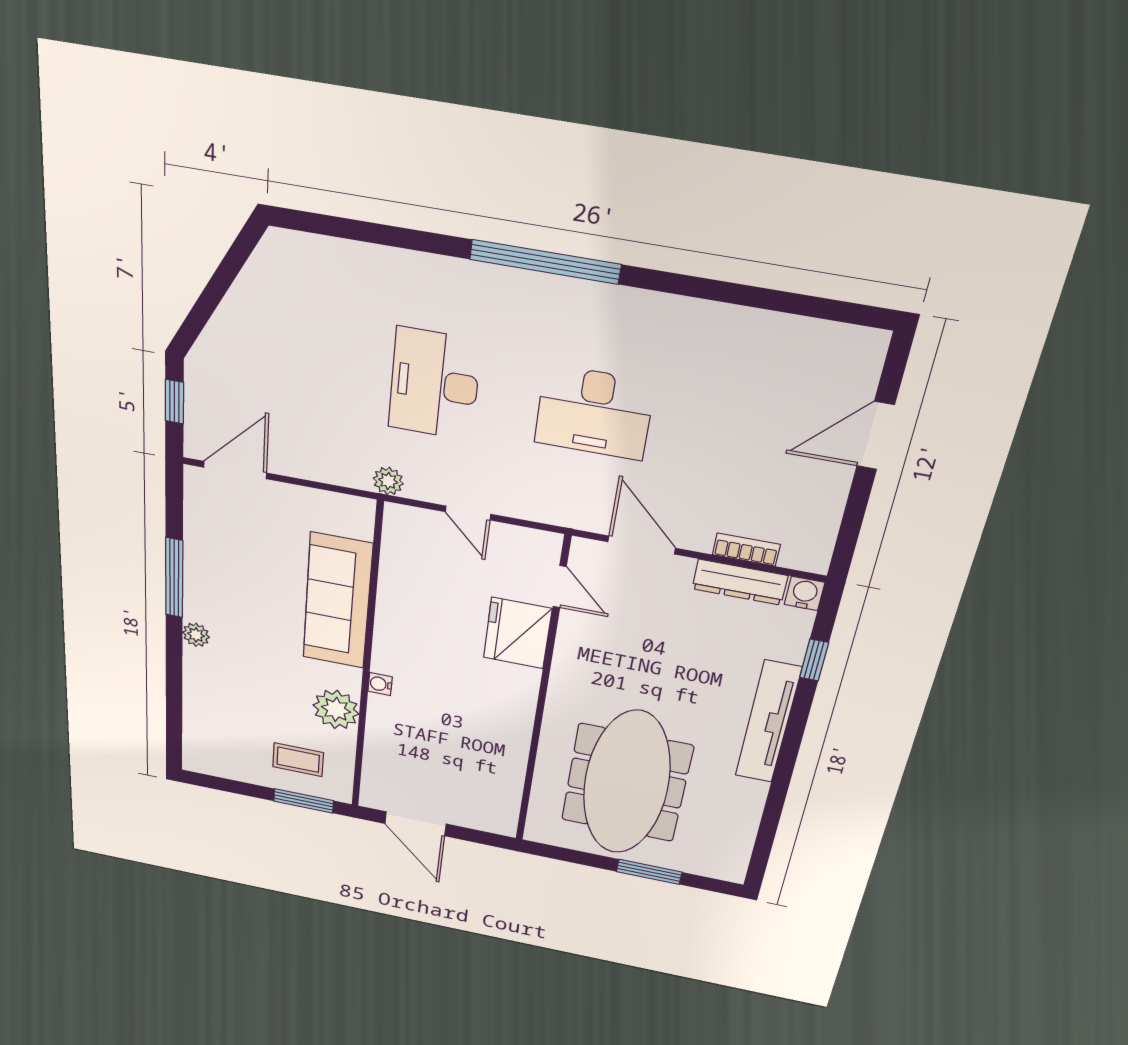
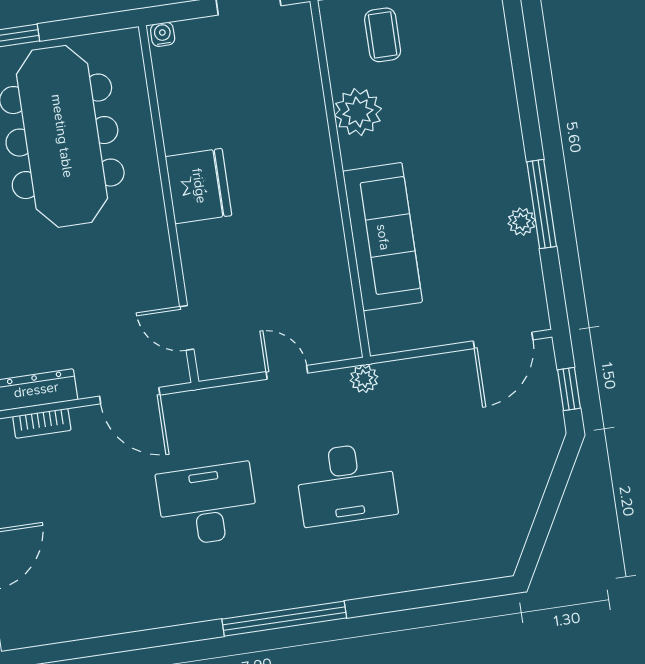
desk: (434, 384) -> (346, 484), turned 90
fridge: (518, 633) -> (199, 186), moved
plant: (196, 635) -> (522, 222), moved
water cooler: (380, 684) -> (163, 34), moved, turned -90
coffee table: (298, 760) -> (383, 35), turned 90

